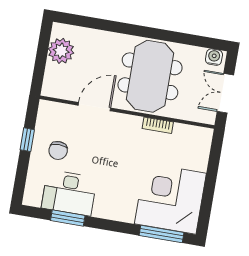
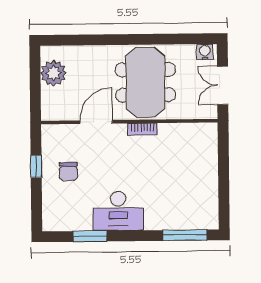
bookcase: (158, 125) -> (142, 129), moved
desk: (69, 193) -> (118, 211), moved
corner desk: (170, 199) -> (187, 199), removed

